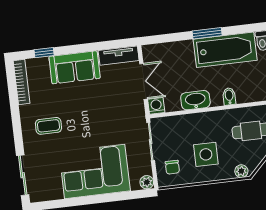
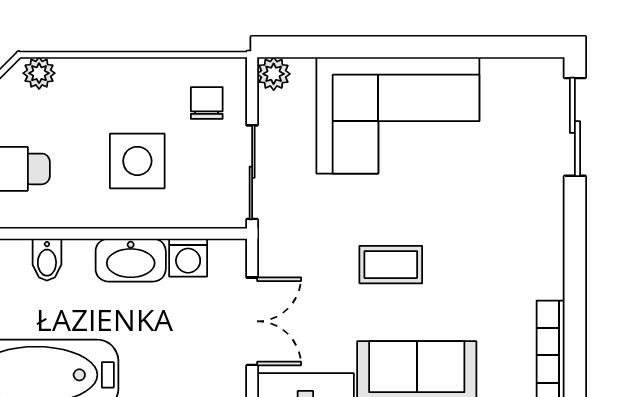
double door: (144, 81) -> (252, 321), swing flipped
washing machine: (156, 106) -> (188, 258), moved
coffee table: (48, 126) -> (391, 265), moved
side table: (206, 154) -> (137, 161), moved

